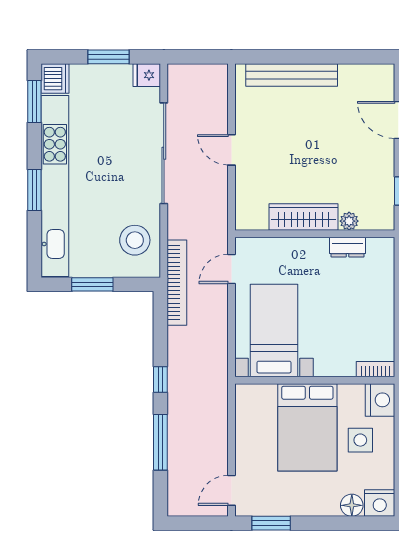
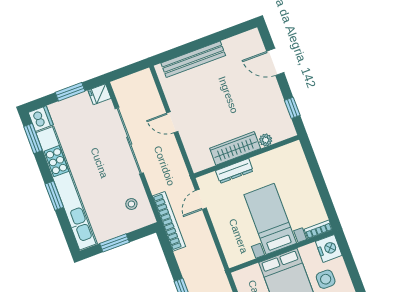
stool: (135, 240) -> (131, 204), width x0.53, depth x0.53
dresser: (348, 247) -> (234, 171), moved, width x1.44
bed with nightstands: (274, 330) -> (270, 219), moved

